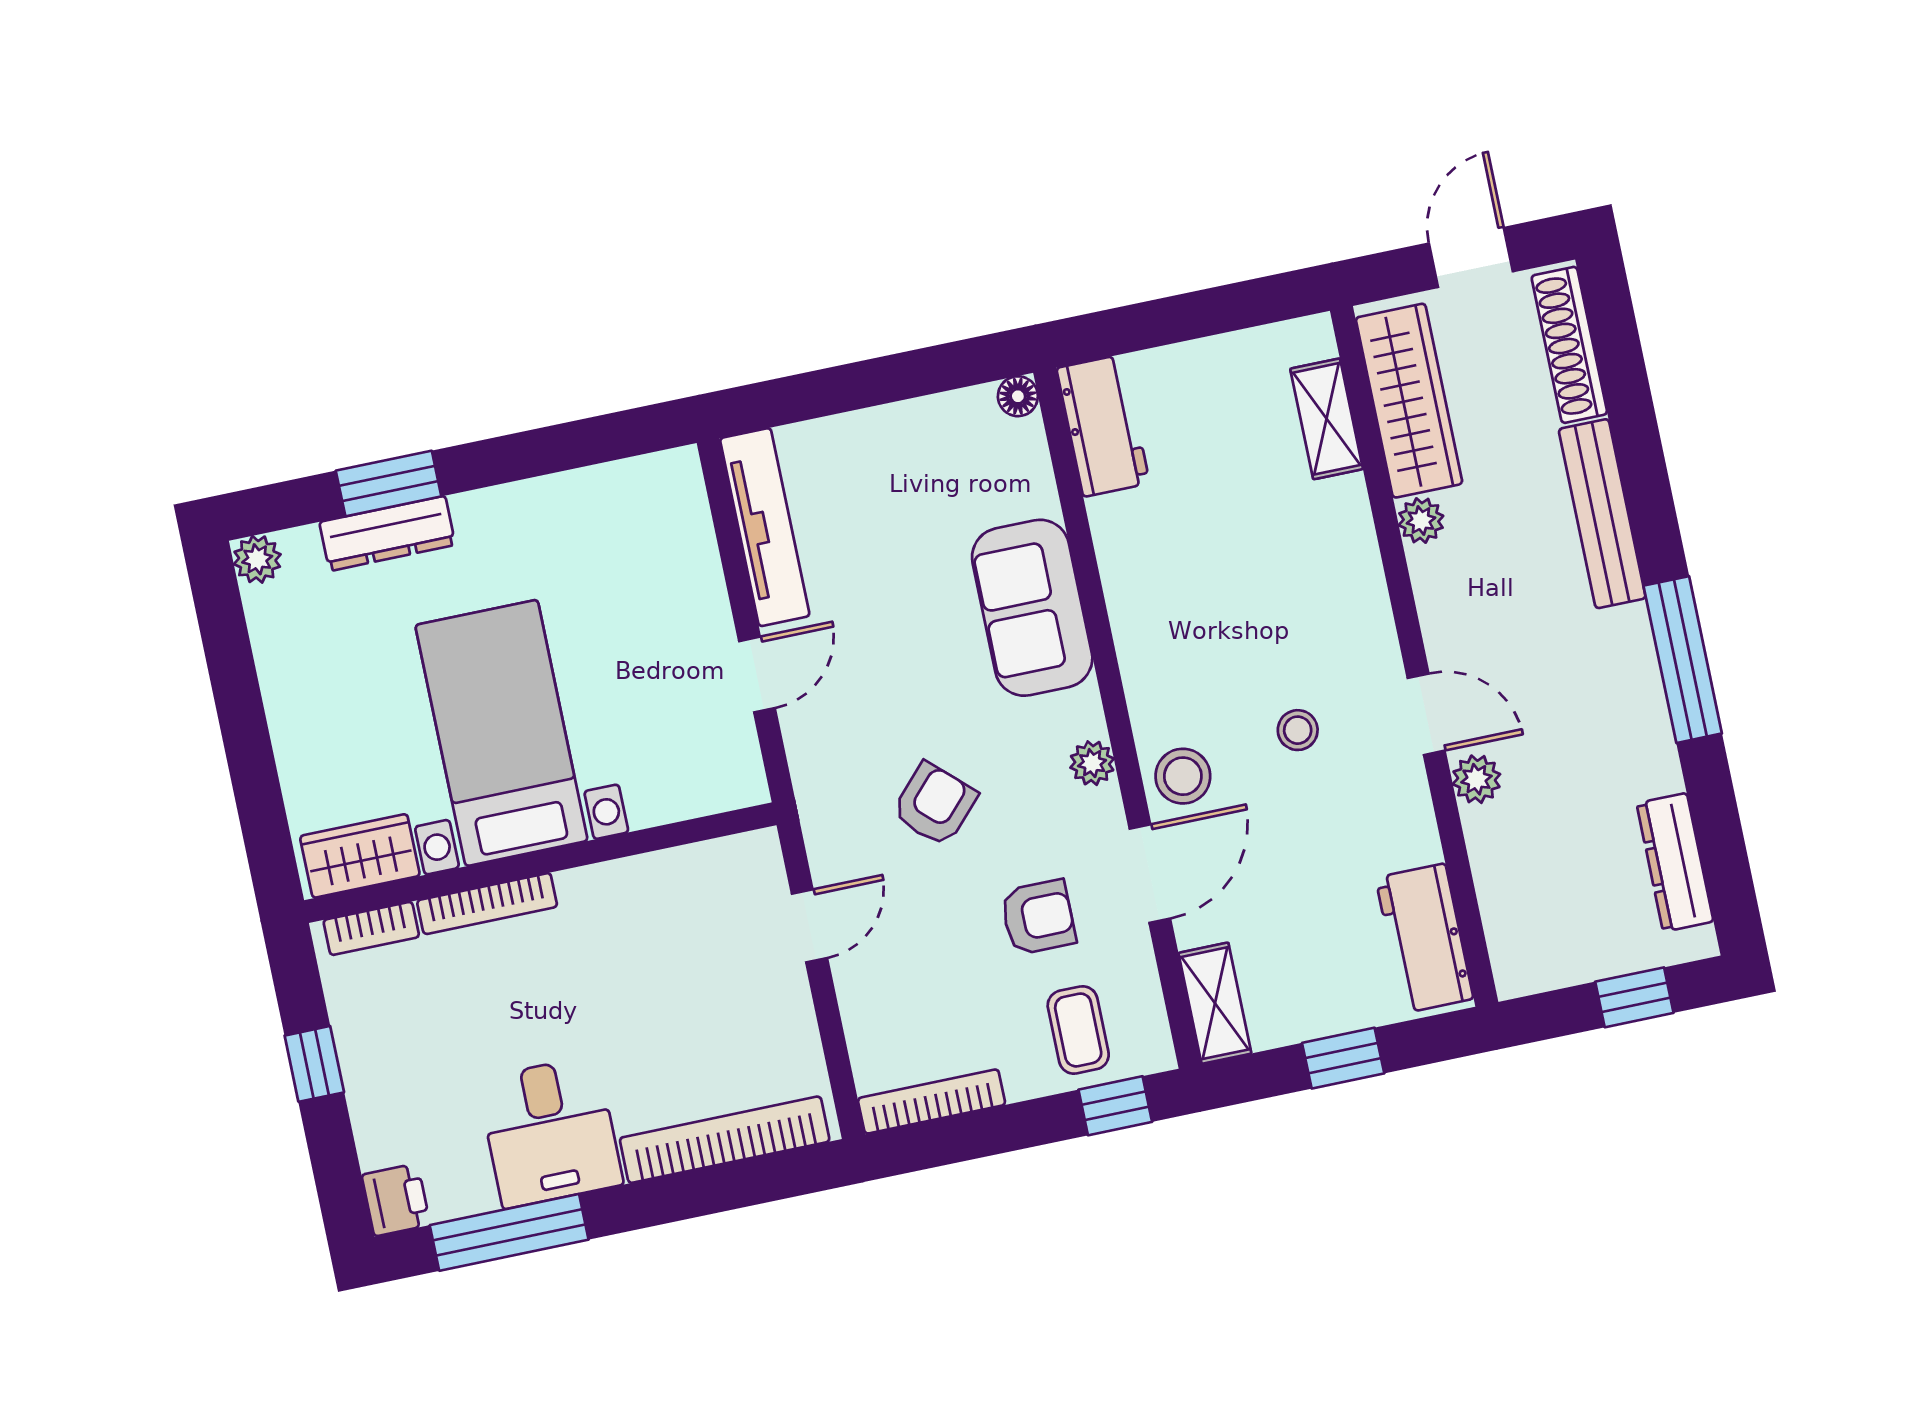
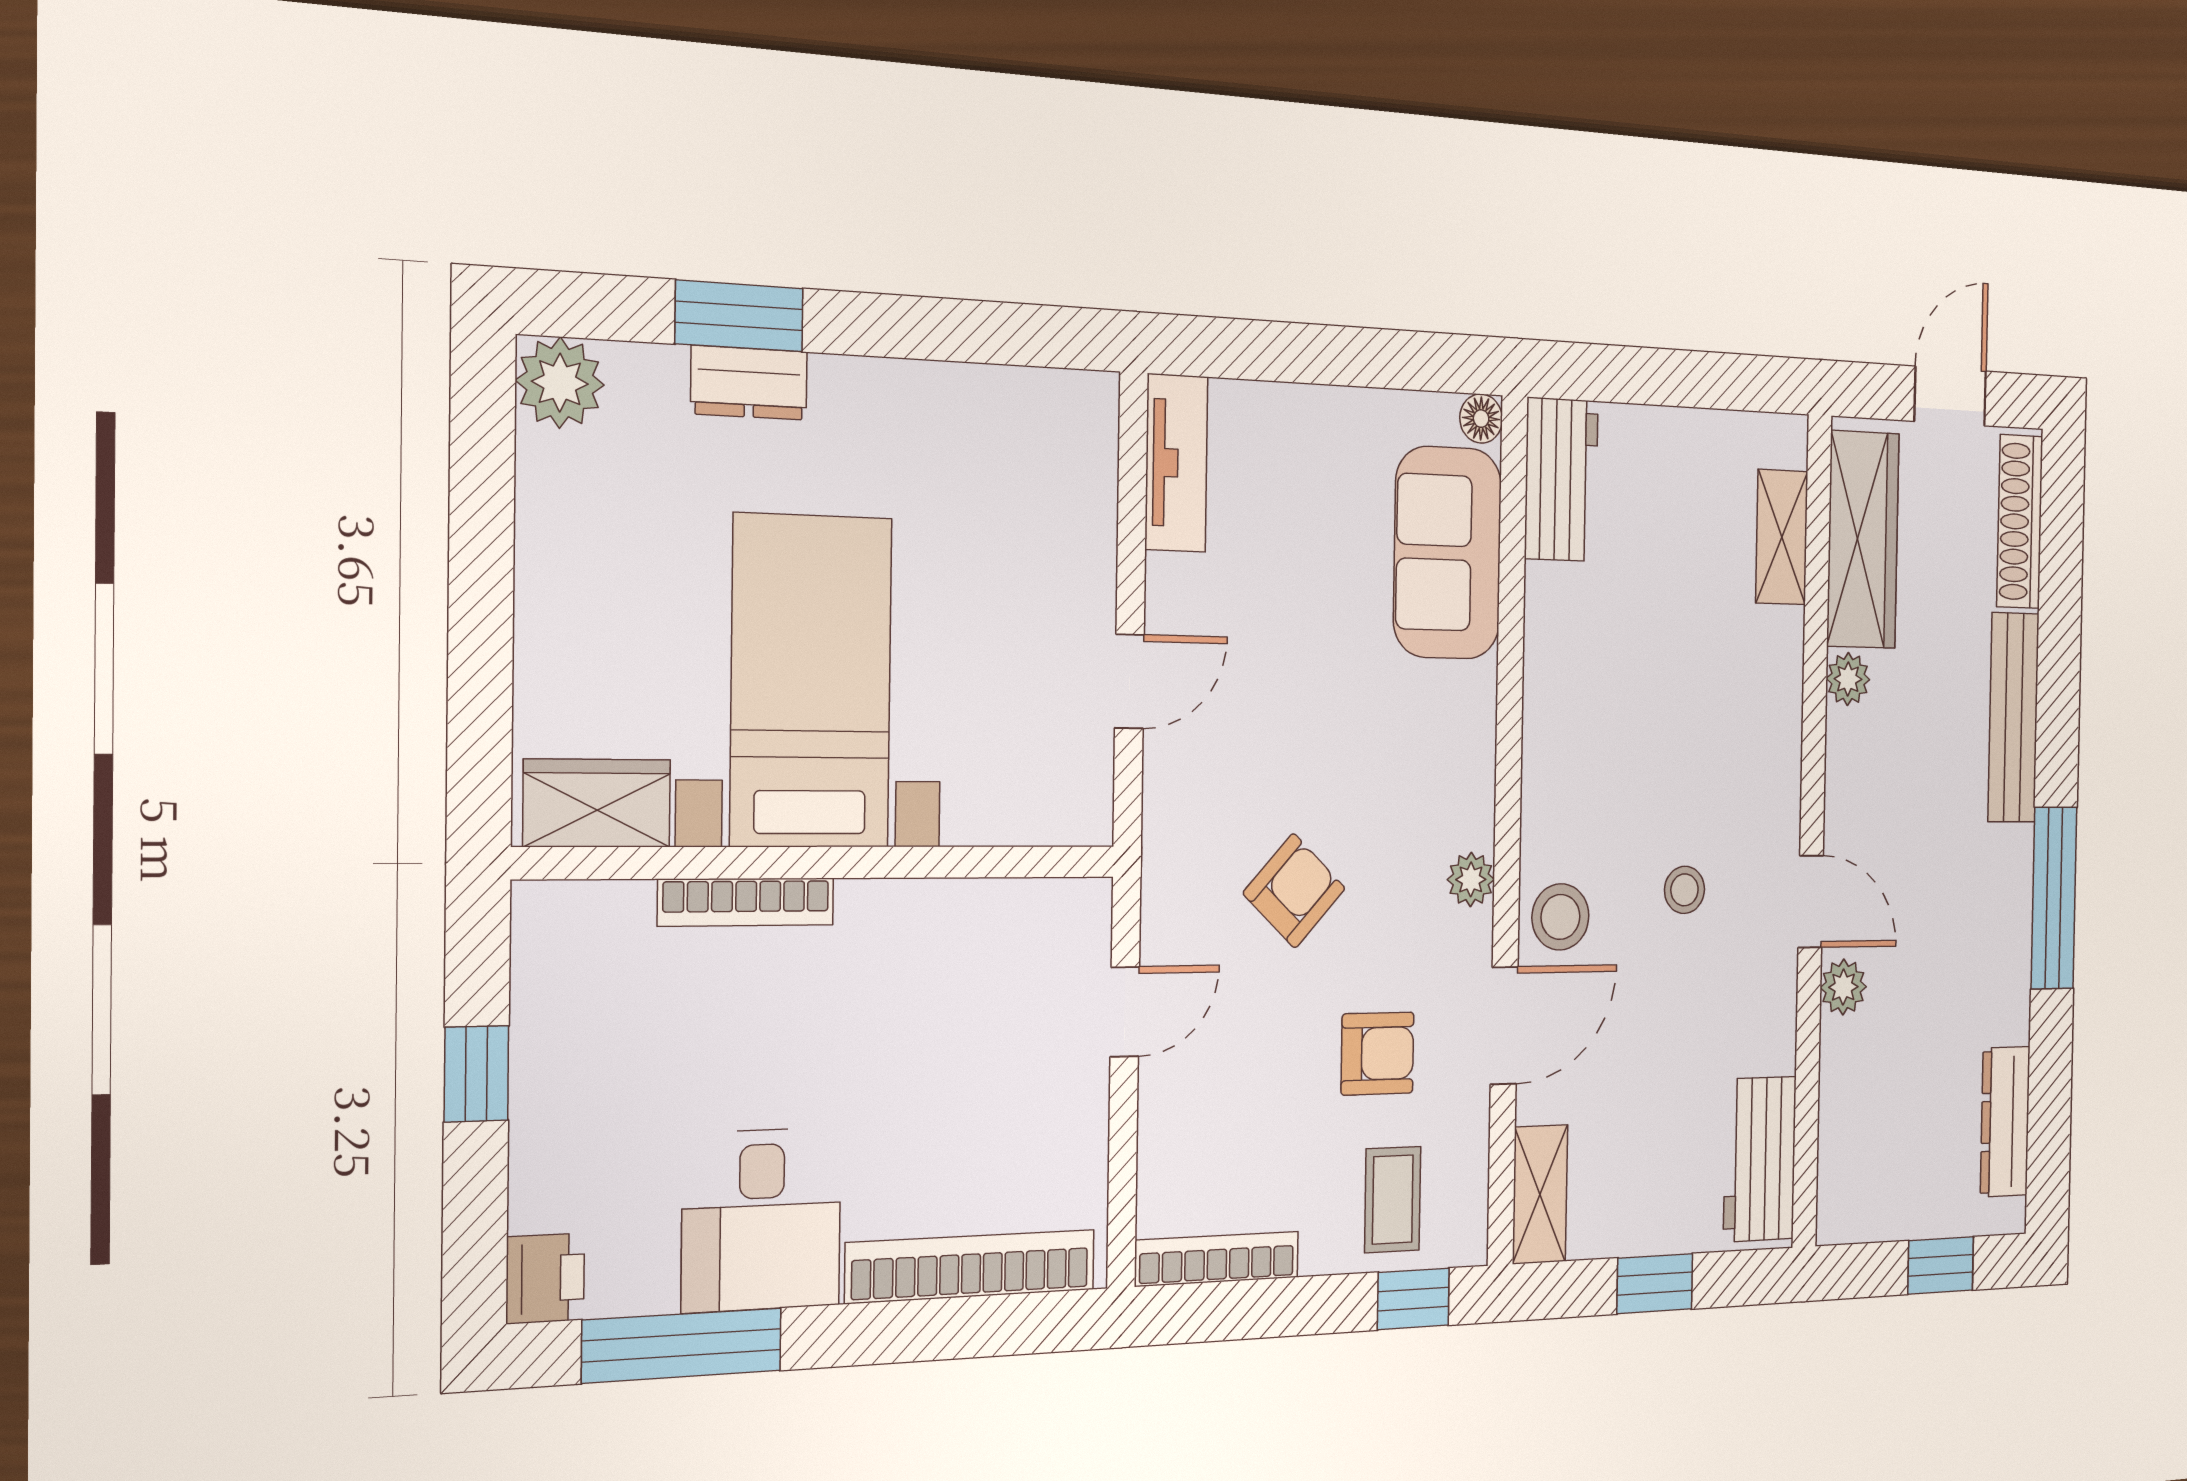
tv unit: (765, 527) -> (1176, 463), width x0.71
dresser: (387, 533) -> (749, 383), width x0.70
plant: (257, 559) -> (560, 383), width x1.38, depth x1.38
sofa: (1032, 608) -> (1448, 553), moved
bookcase: (371, 928) -> (591, 904), removed

